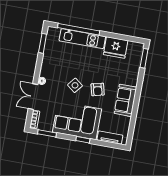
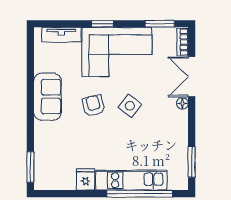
fridge: (116, 47) -> (86, 179), width x0.53, depth x0.75
double door: (33, 97) -> (192, 77), swing flipped

